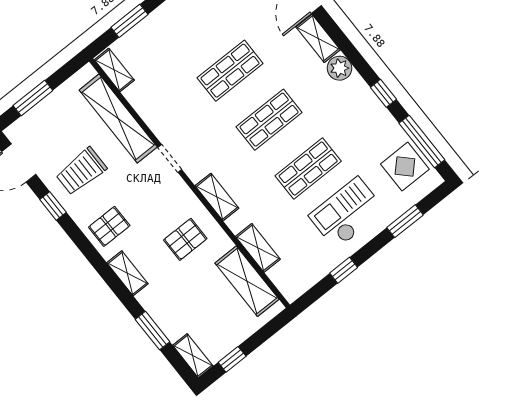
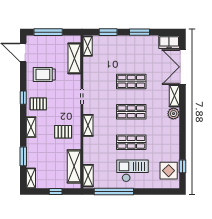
window: (383, 93) -> (183, 136), removed
window: (33, 98) -> (48, 32), width x1.44
shelving: (118, 118) -> (74, 58), width x0.68
window: (422, 142) -> (183, 166), width x0.46
window: (53, 206) -> (23, 98), moved
window: (405, 221) -> (152, 191), removed
shelving: (258, 248) -> (88, 176), moved
window: (344, 270) -> (114, 191), width x3.17
window: (232, 359) -> (56, 191), moved

